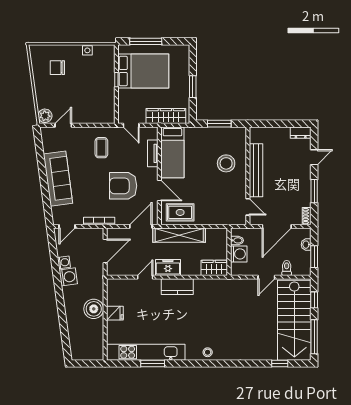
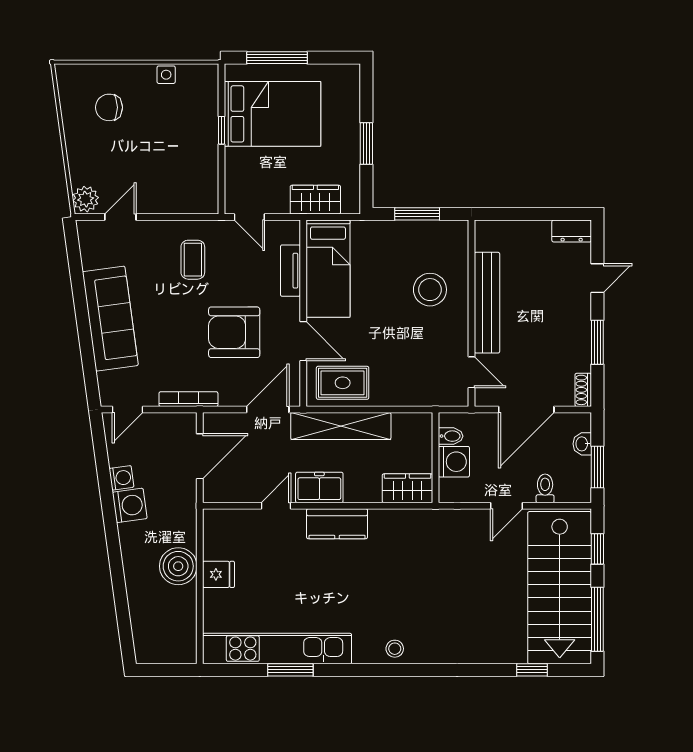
wardrobe: (166, 116) -> (315, 200), width x0.67

